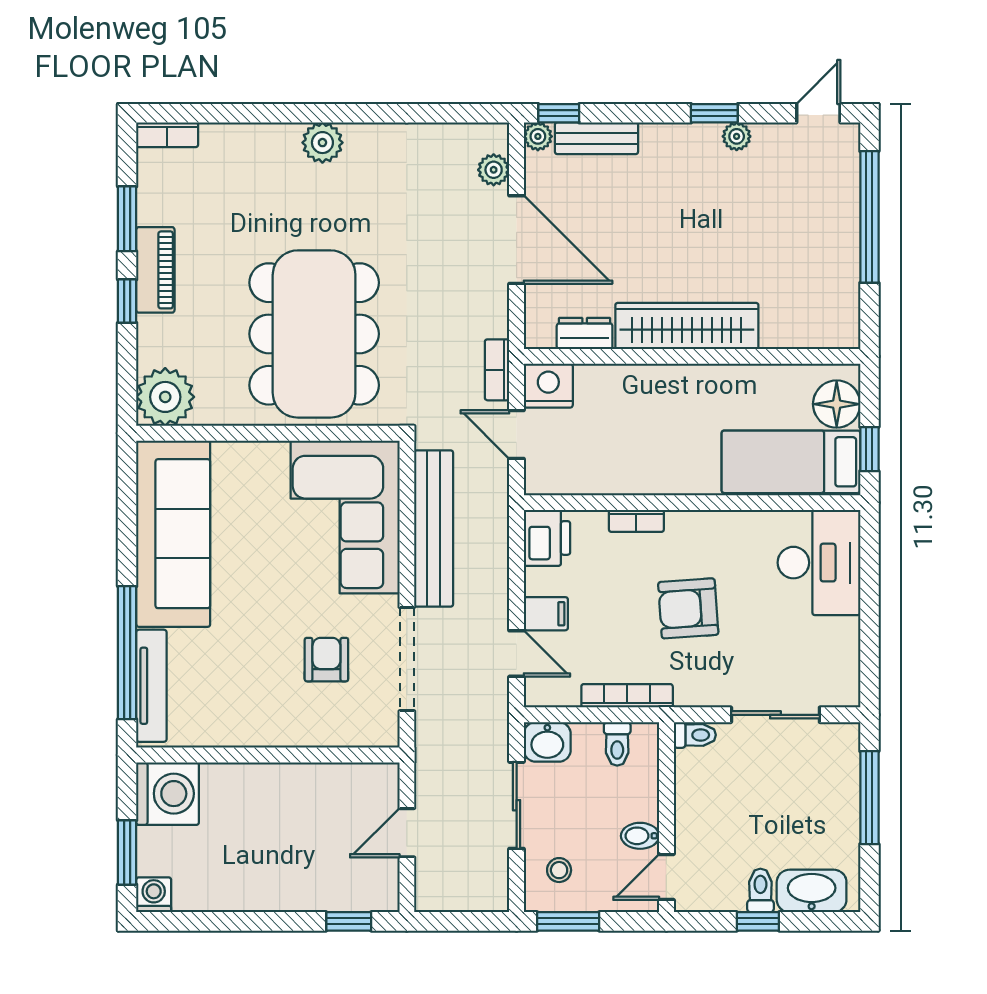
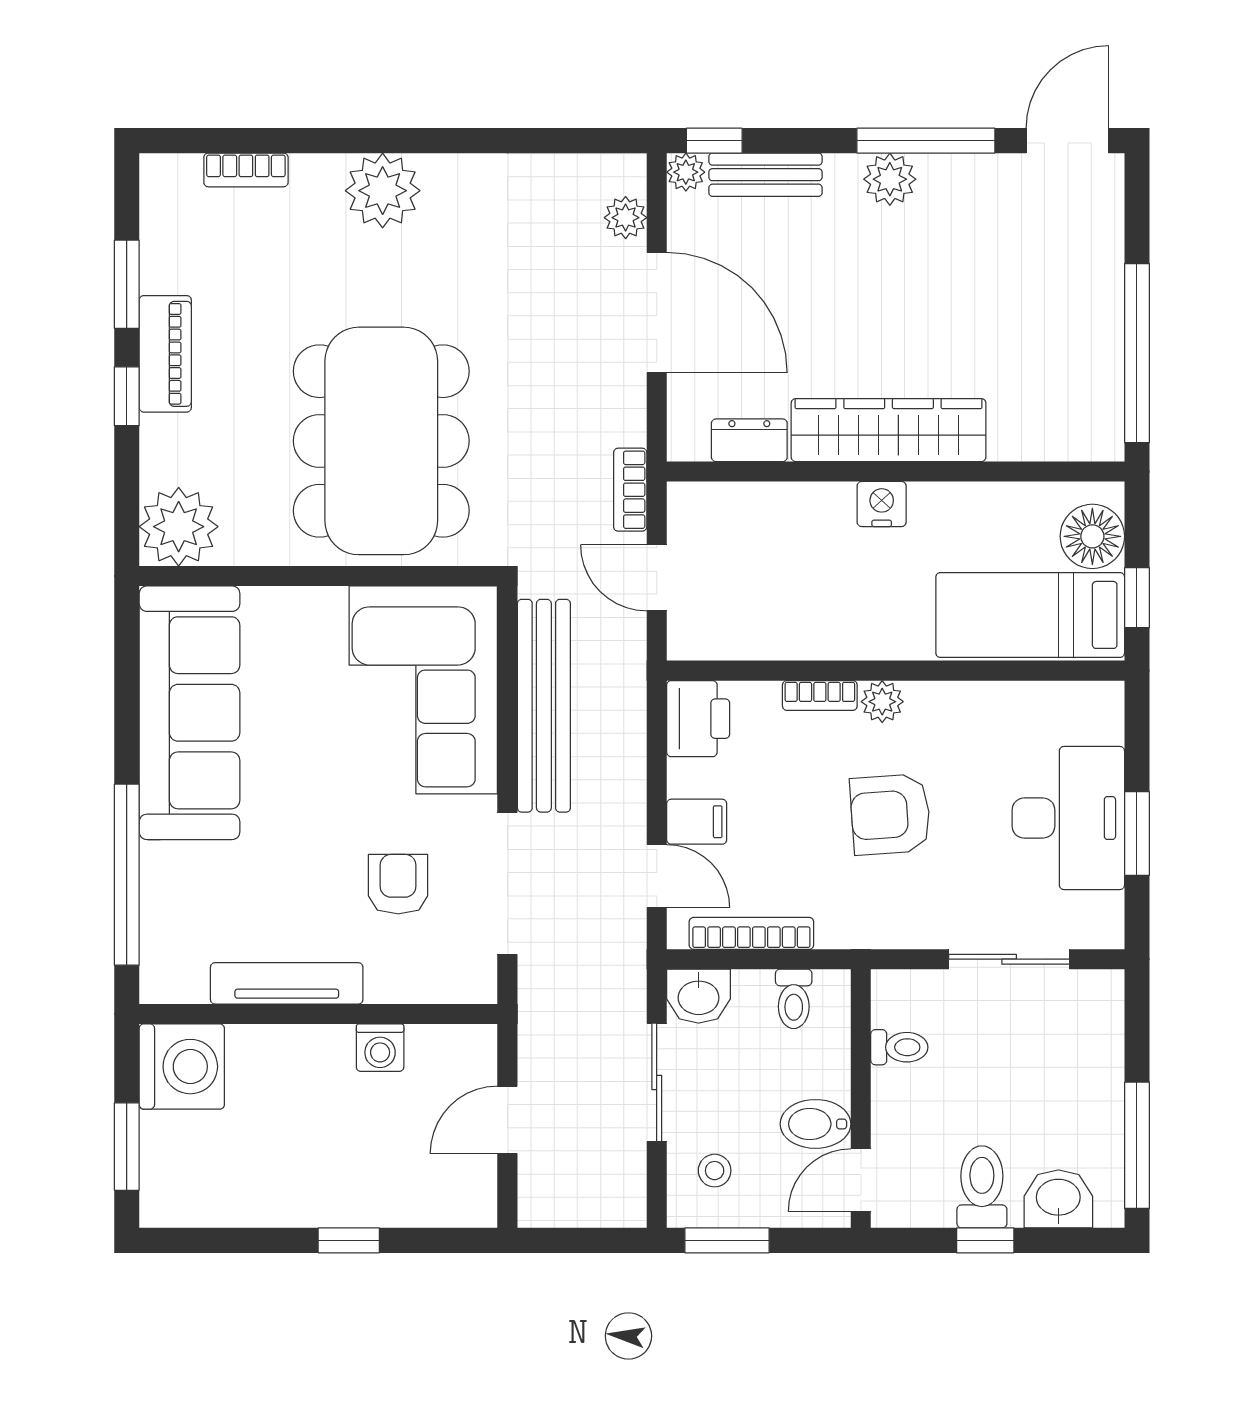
window: (714, 113) -> (926, 141), width x2.17
door: (818, 113) -> (1067, 141), width x1.38
bookcase: (167, 135) -> (246, 170), moved
plant: (737, 136) -> (890, 179), moved, width x1.38, depth x1.38
plant: (322, 143) -> (383, 191), width x1.36, depth x1.36
window: (869, 217) -> (1137, 353), moved
nightstand: (548, 386) -> (882, 504), moved, width x0.74, depth x0.75
plant: (682, 525) -> (882, 702), added
desk: (819, 563) -> (1068, 818), moved
window: (869, 622) -> (1137, 834), added
tv unit: (151, 686) -> (287, 983), moved, turned -90
bookcase: (627, 696) -> (751, 933), moved
toilet: (695, 735) -> (899, 1047), moved
window: (869, 798) -> (1137, 1145), moved
bidet: (640, 836) -> (815, 1124), width x1.38, depth x1.36
toilet: (760, 890) -> (982, 1187), width x1.37, depth x1.39
washbasin: (812, 891) -> (1058, 1199), width x0.72
washing machine: (154, 895) -> (380, 1048), moved, turned 180
window: (349, 921) -> (349, 1240), moved

